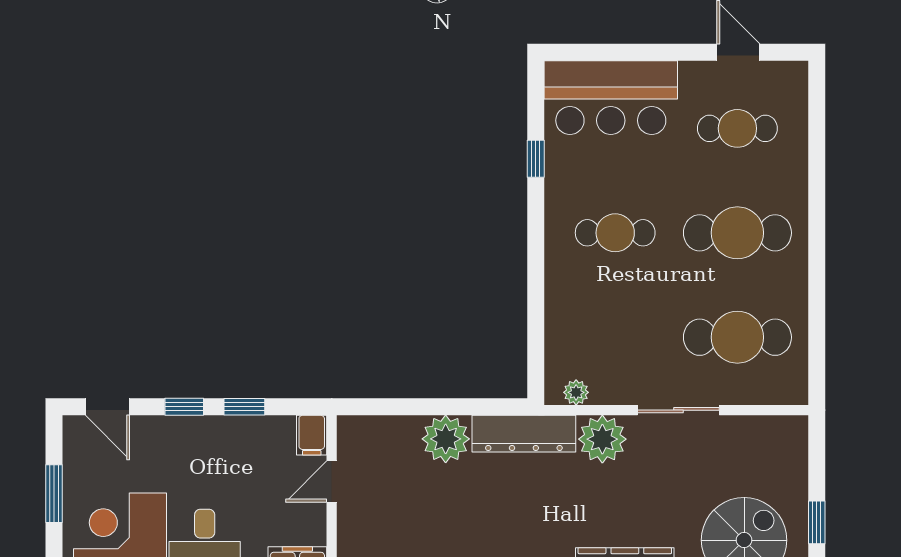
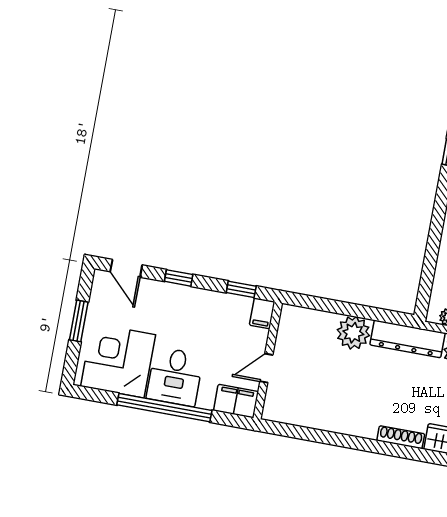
window: (244, 407) -> (241, 289), moved
door: (332, 482) -> (266, 368), moved

